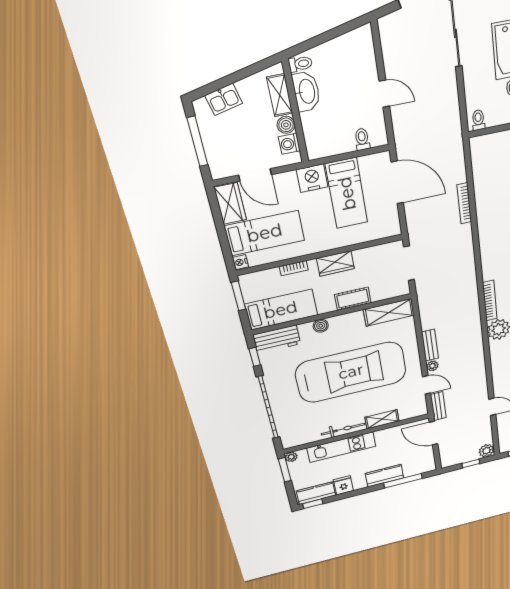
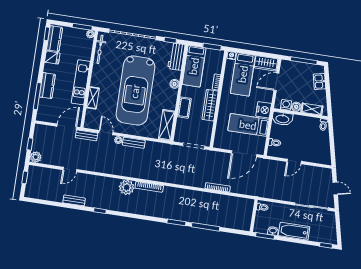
washbasin: (306, 91) -> (282, 119), moved
wardrobe: (335, 263) -> (210, 105), width x1.50
door: (427, 385) -> (106, 133), swing flipped
bicycle: (343, 429) -> (100, 49), moved
kitchen unit: (341, 447) -> (81, 82), moved

